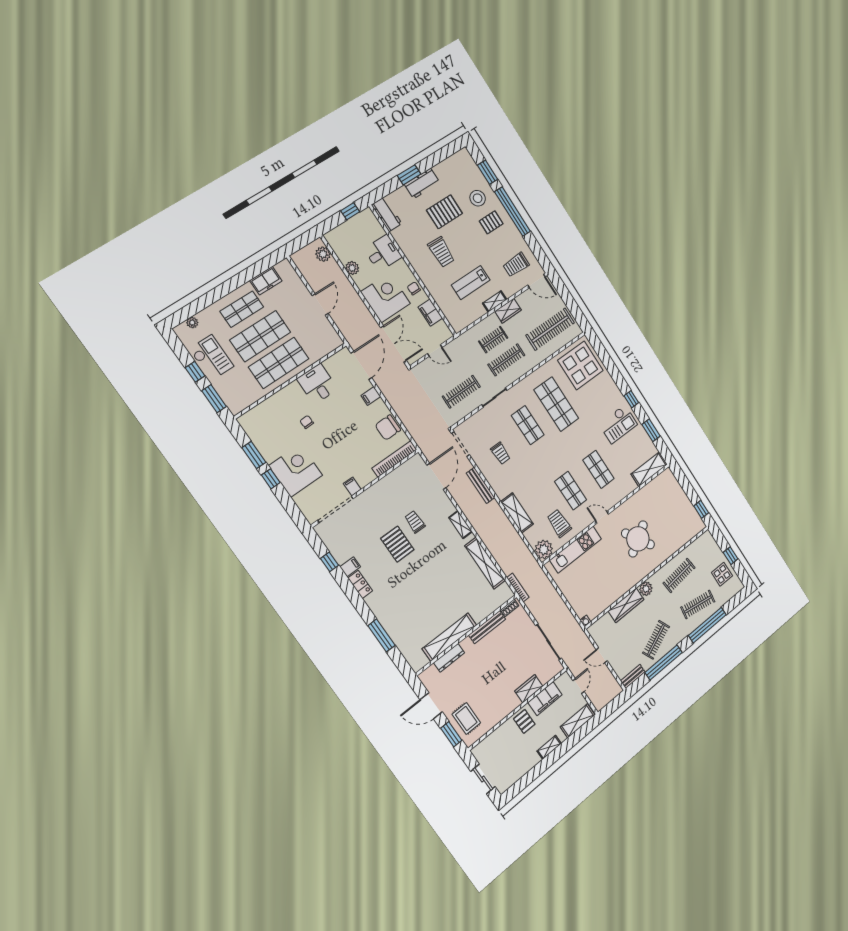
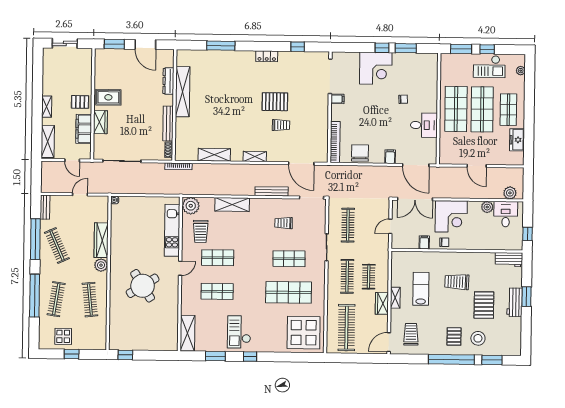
desk: (383, 253) -> (506, 214), moved, turned 180
filing cabinet: (430, 313) -> (424, 242), width x0.50
trolley: (559, 523) -> (201, 231), turned 90
shelving: (485, 563) -> (214, 155), width x0.68
filing cabinet: (350, 567) -> (284, 58), removed
door: (431, 706) -> (145, 45), swing flipped
rug: (466, 719) -> (108, 97), moved

